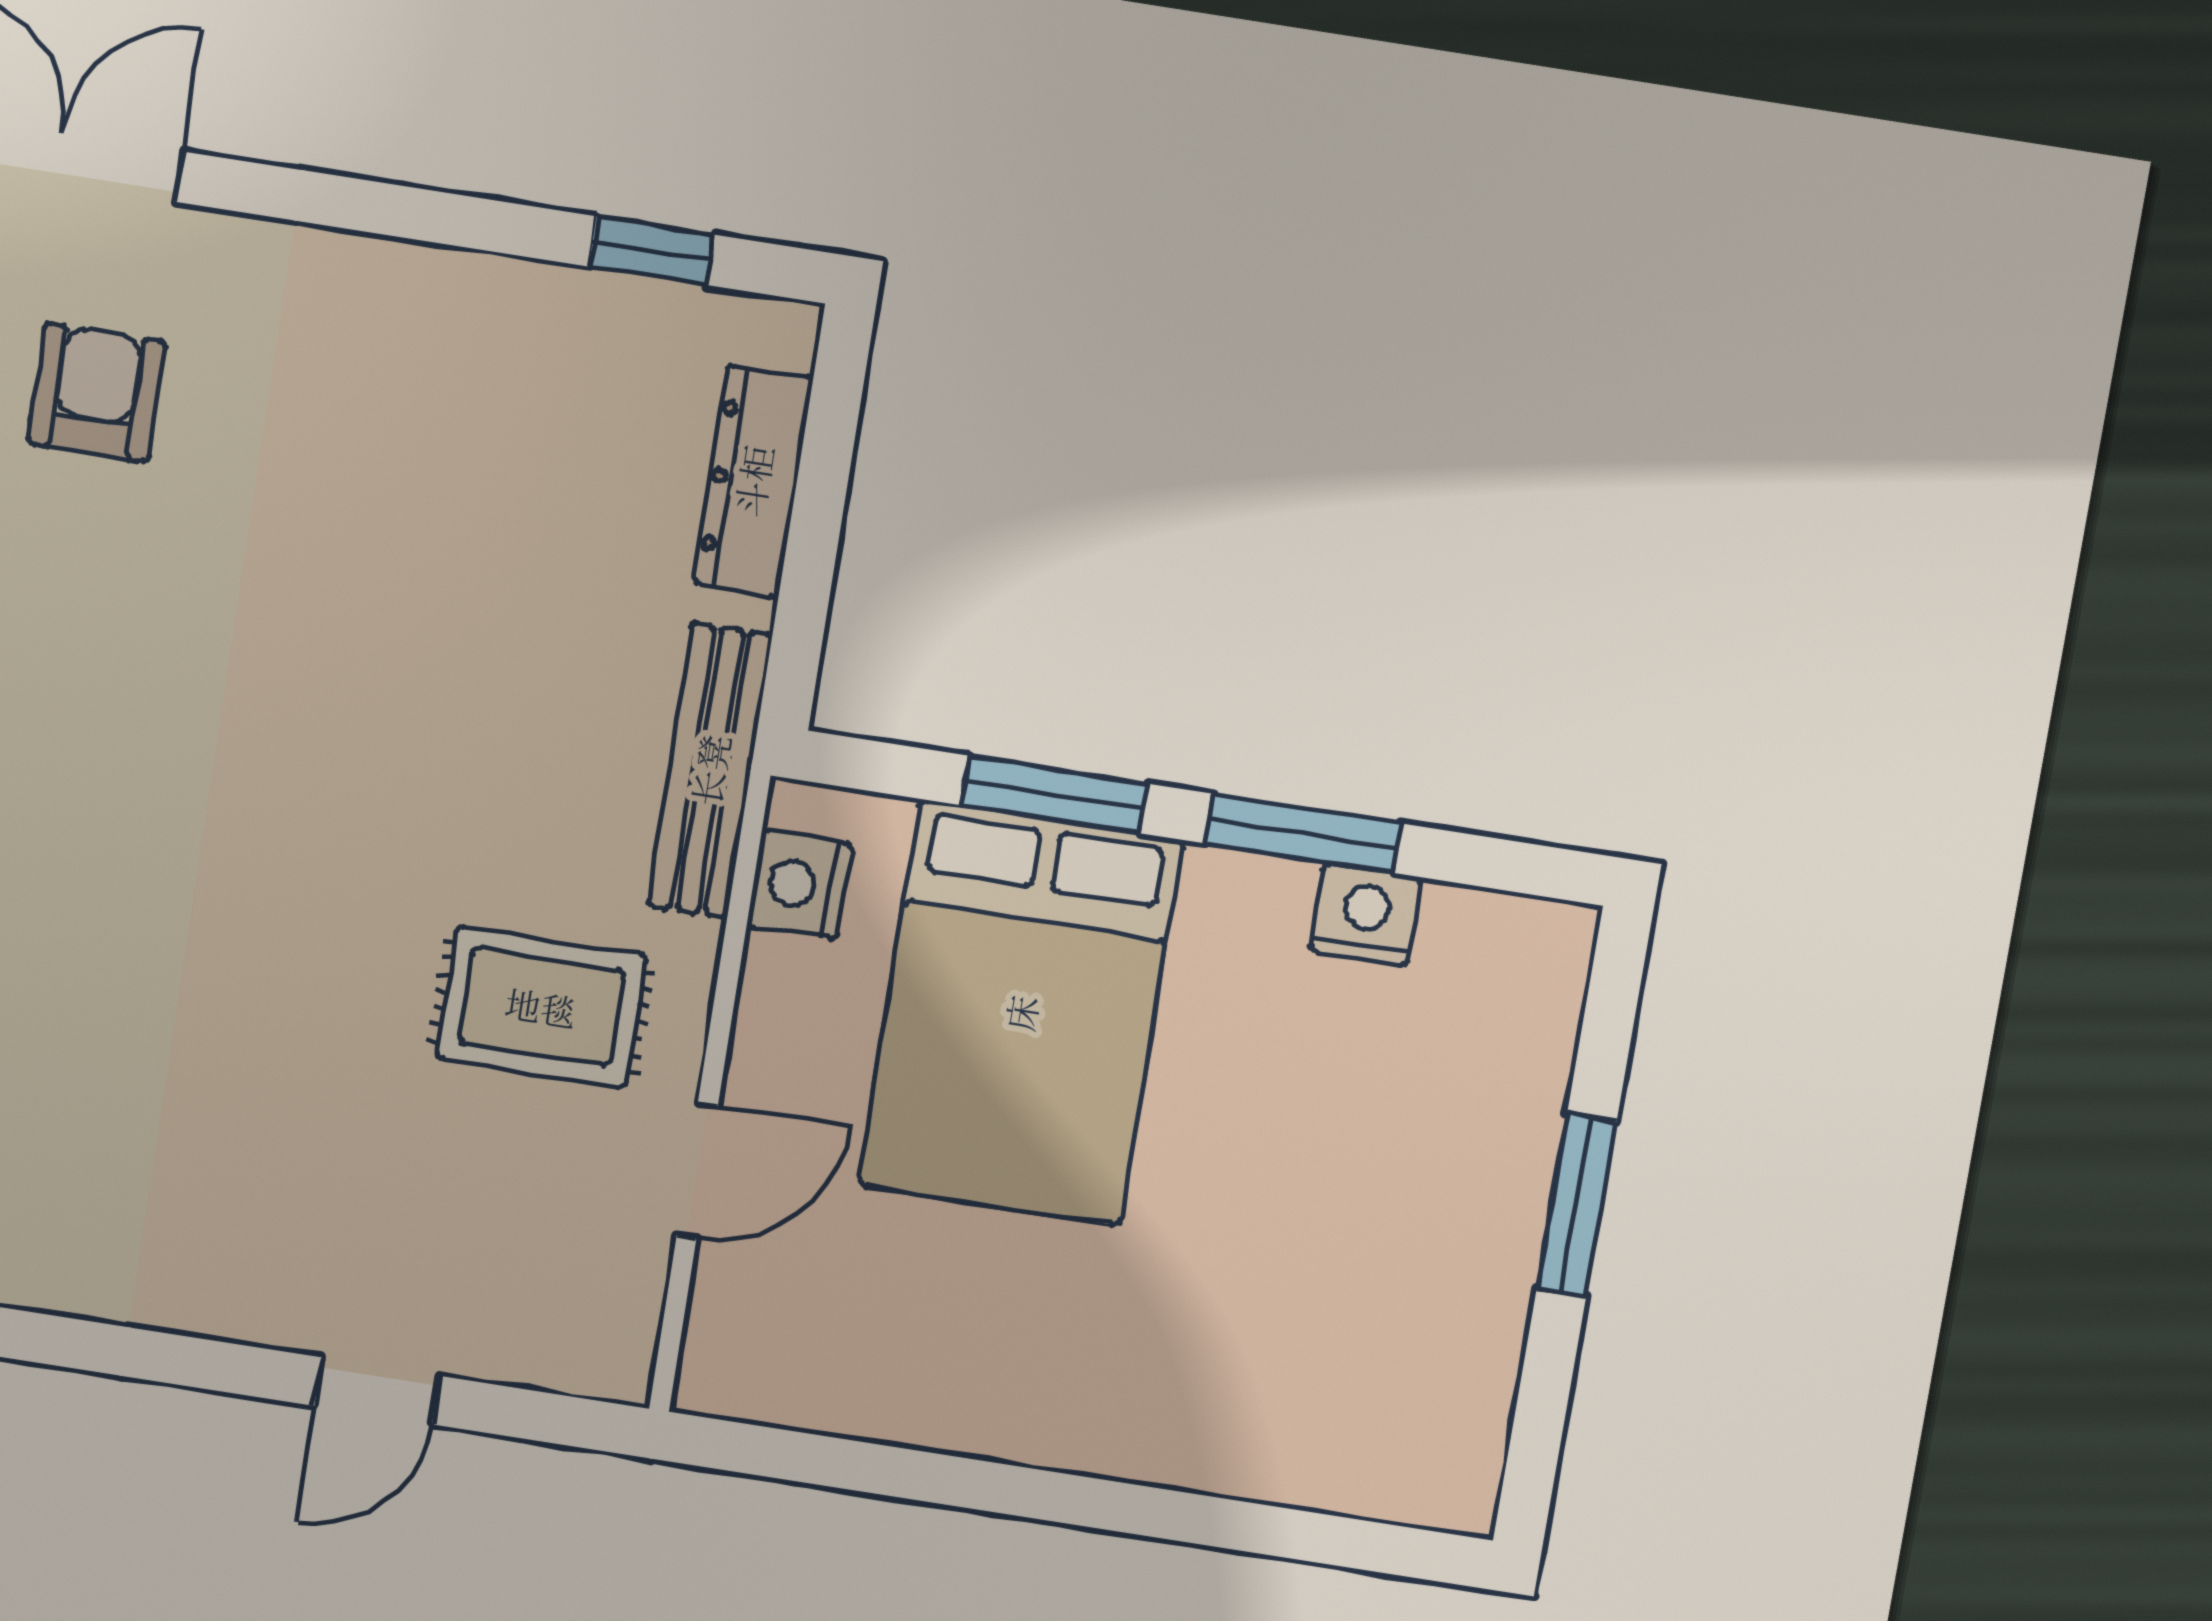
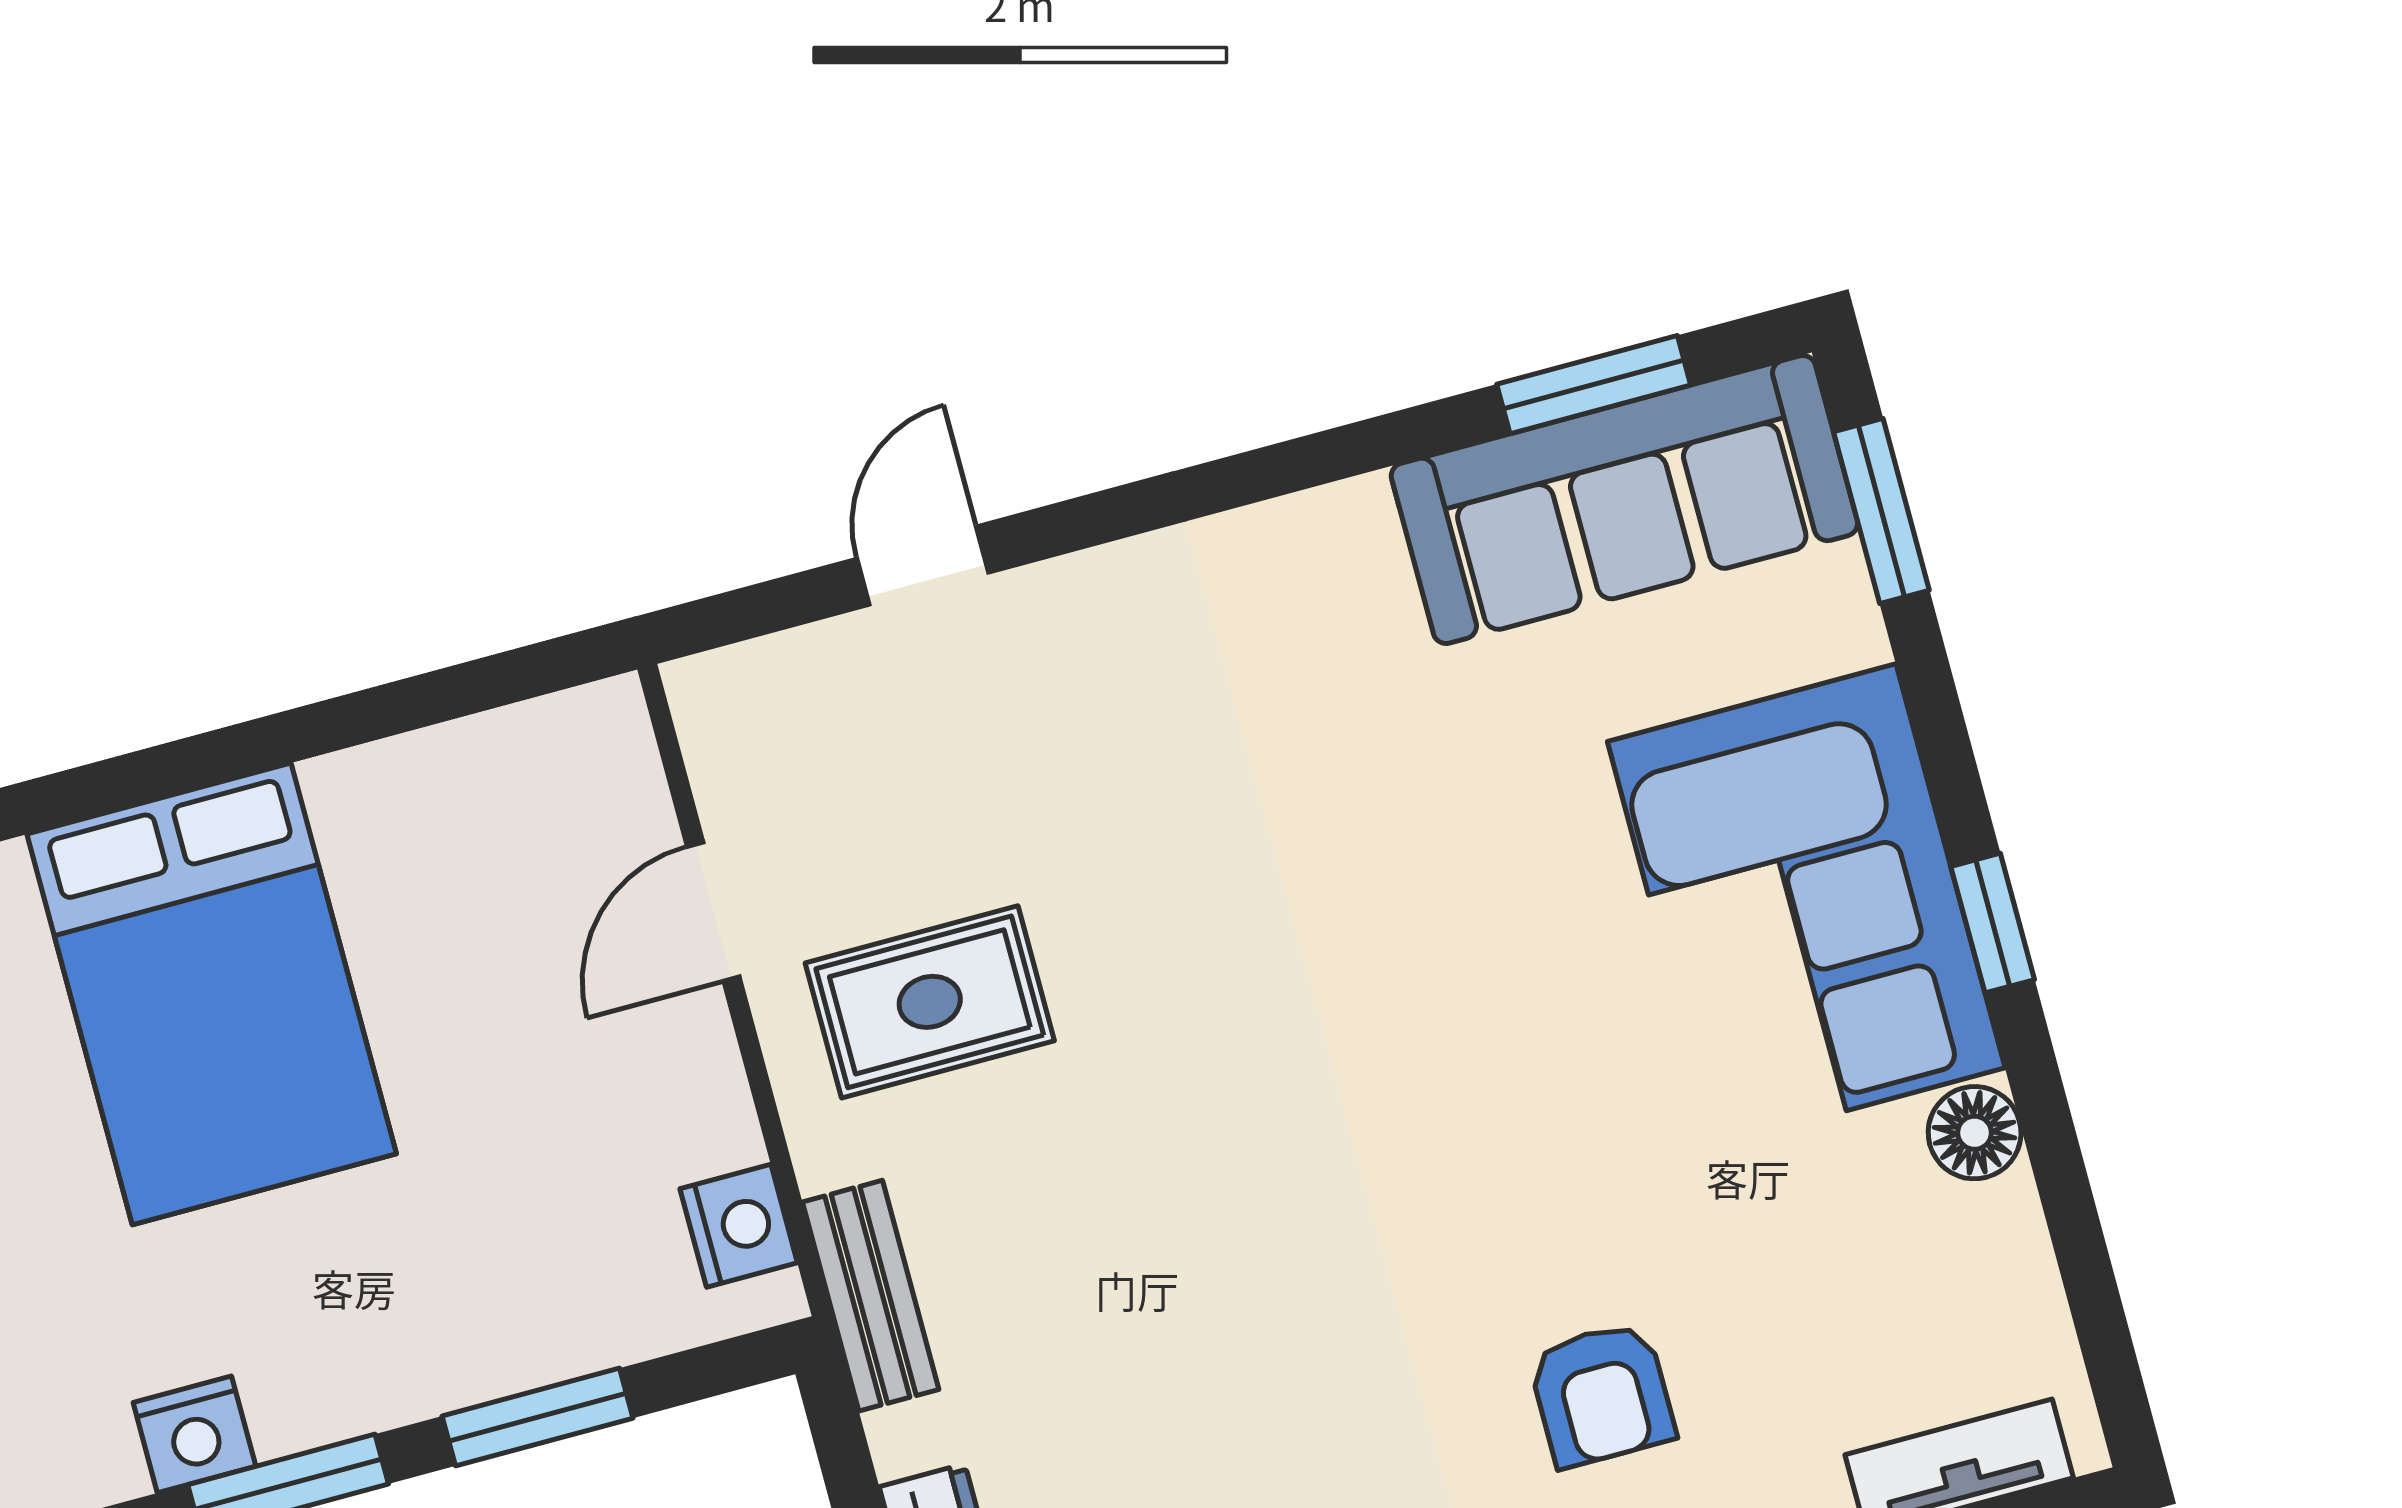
bench: (710, 770) -> (871, 1296), width x0.73
bed: (1021, 1013) -> (212, 994), moved, turned 180

